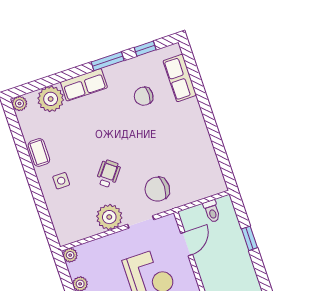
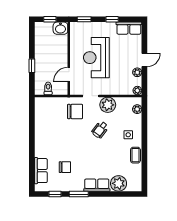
plant: (19, 104) -> (137, 109), moved

